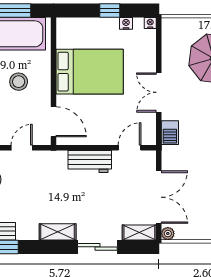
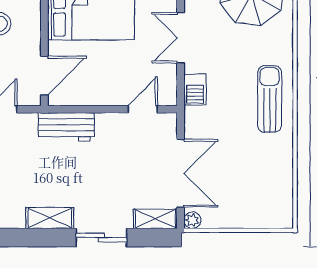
door: (53, 122) -> (44, 76), hinge flipped
workbench: (90, 161) -> (66, 127), moved

